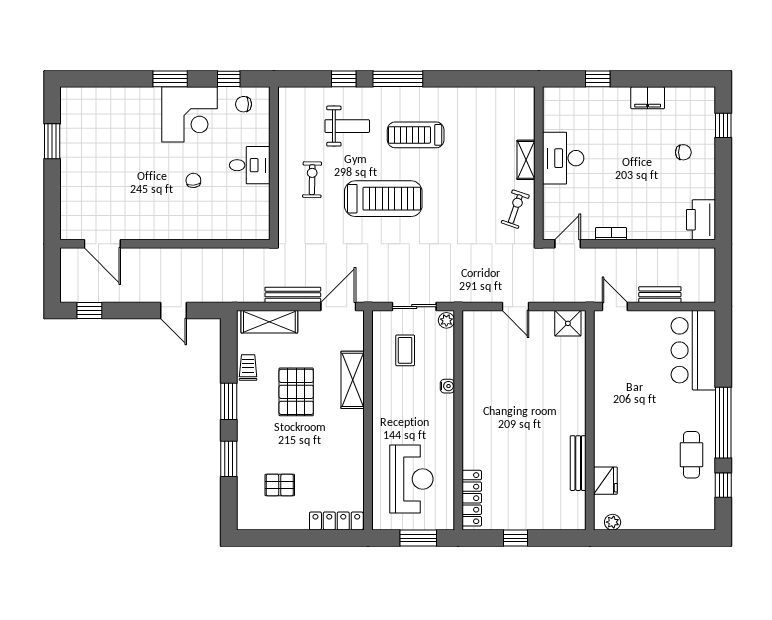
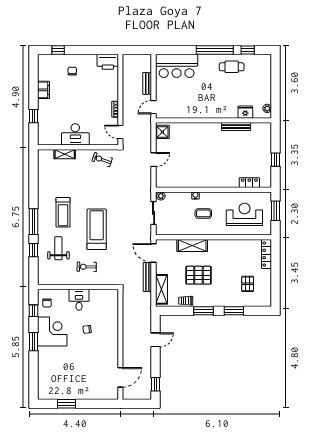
shelving: (526, 160) -> (65, 154), moved
coffee table: (405, 350) -> (203, 213), moved
locker: (472, 498) -> (249, 183), width x0.66

